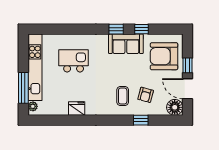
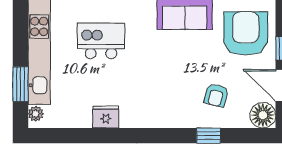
armchair: (164, 56) -> (246, 33), turned 90
window: (23, 88) -> (21, 84), width x0.69
coffee table: (123, 96) -> (179, 97), removed

